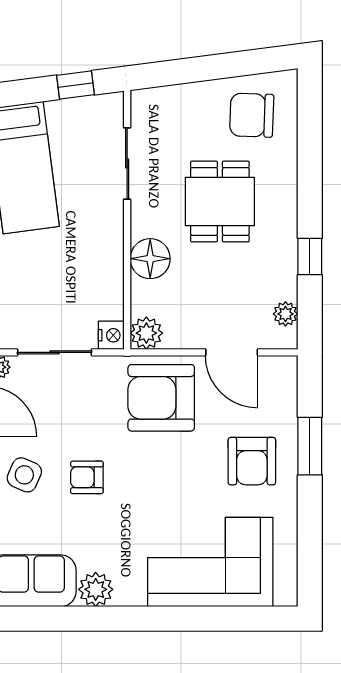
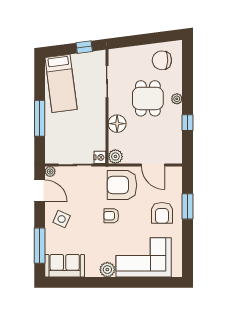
plant: (285, 314) -> (177, 99), moved
armchair: (87, 477) -> (111, 216), moved
plant: (96, 589) -> (107, 270), moved

